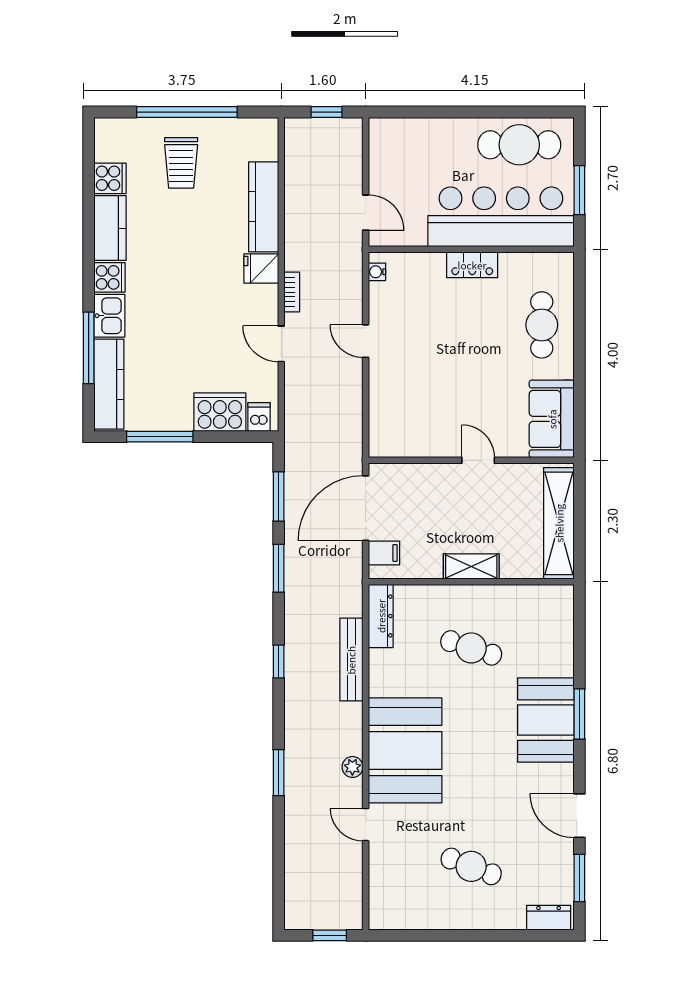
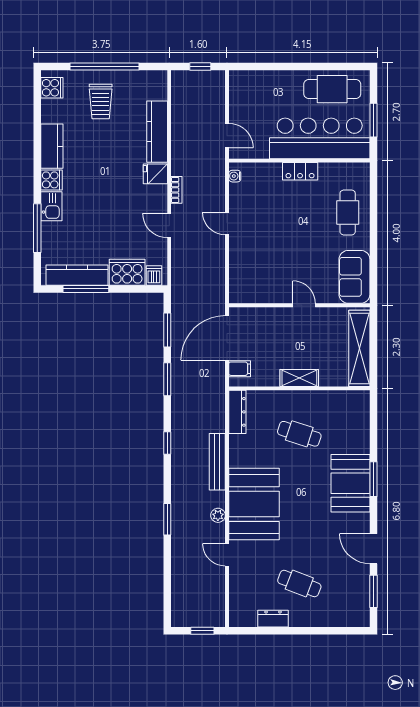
cooker: (110, 178) -> (52, 88), moved
kitchen counter: (109, 384) -> (77, 275), moved, turned -90
bench: (351, 660) -> (217, 462), moved
dresser: (549, 918) -> (273, 619), moved

